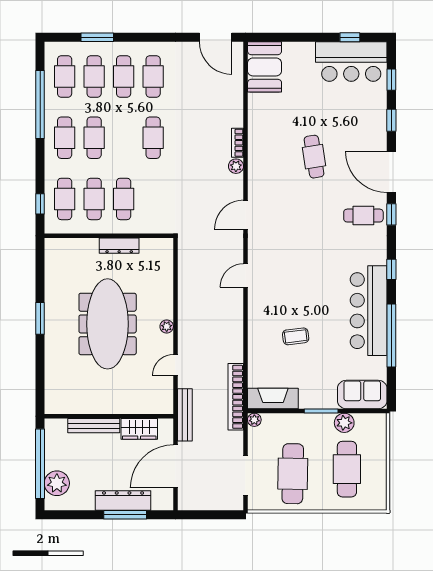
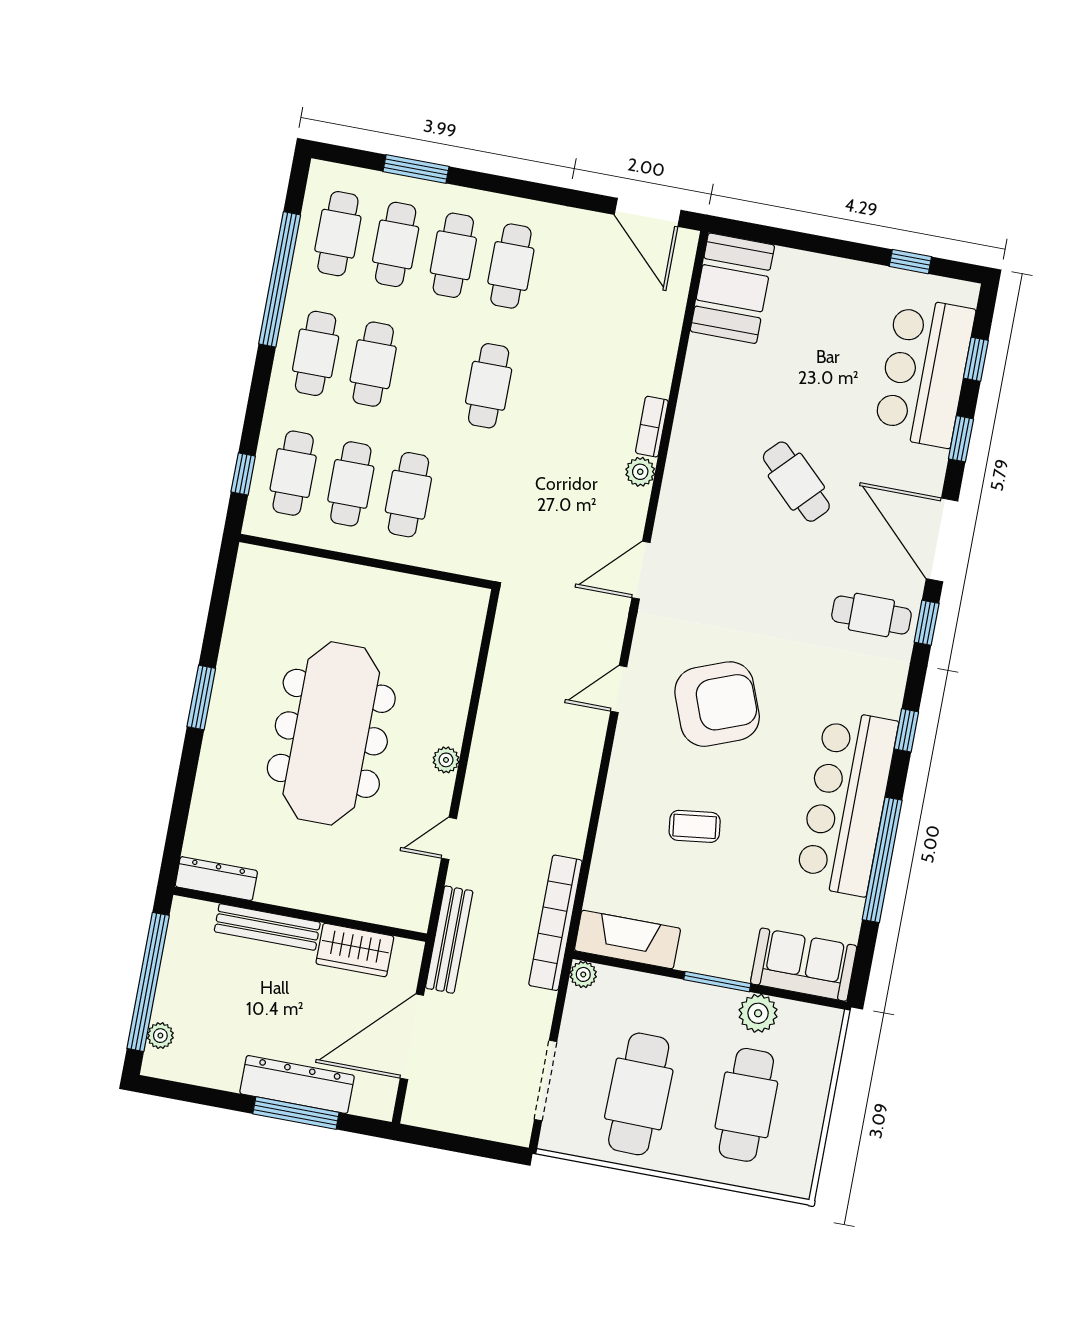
bar counter: (351, 62) -> (924, 372), moved, turned 90
cafe table: (314, 157) -> (796, 482), turned -37
dresser: (119, 246) -> (216, 879), moved, turned 180
armchair: (295, 274) -> (717, 704), added
plant: (57, 483) -> (160, 1036), width x0.53, depth x0.53

